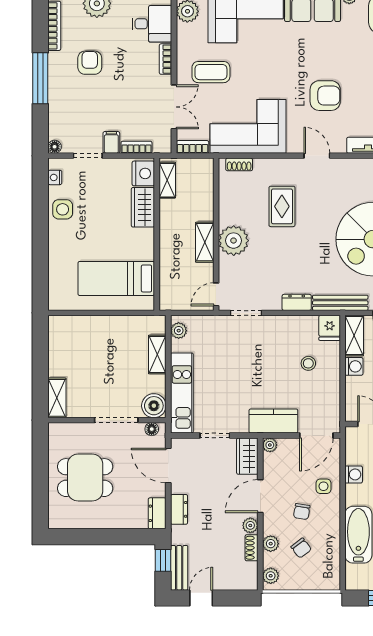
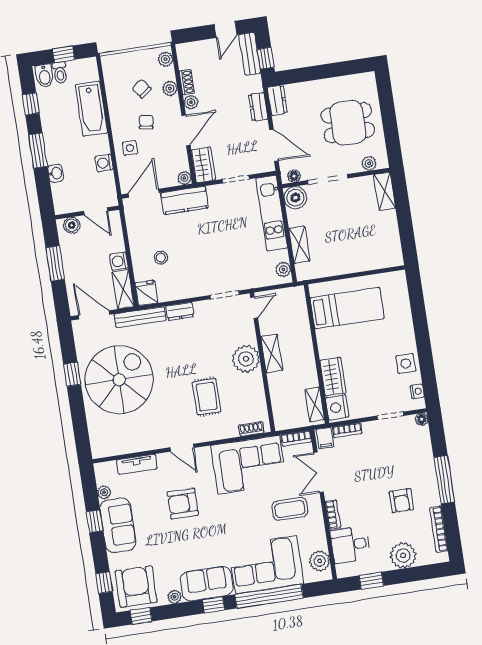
filing cabinet: (111, 142) -> (325, 438), moved
plant: (69, 430) -> (369, 163), added

